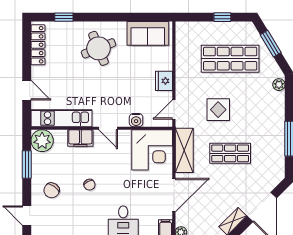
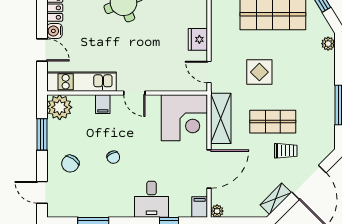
door: (174, 110) -> (209, 72), hinge flipped
water cooler: (136, 120) -> (55, 31), moved, turned 90
filing cabinet: (80, 138) -> (103, 104), width x0.50
trolley: (241, 179) -> (286, 151), added

